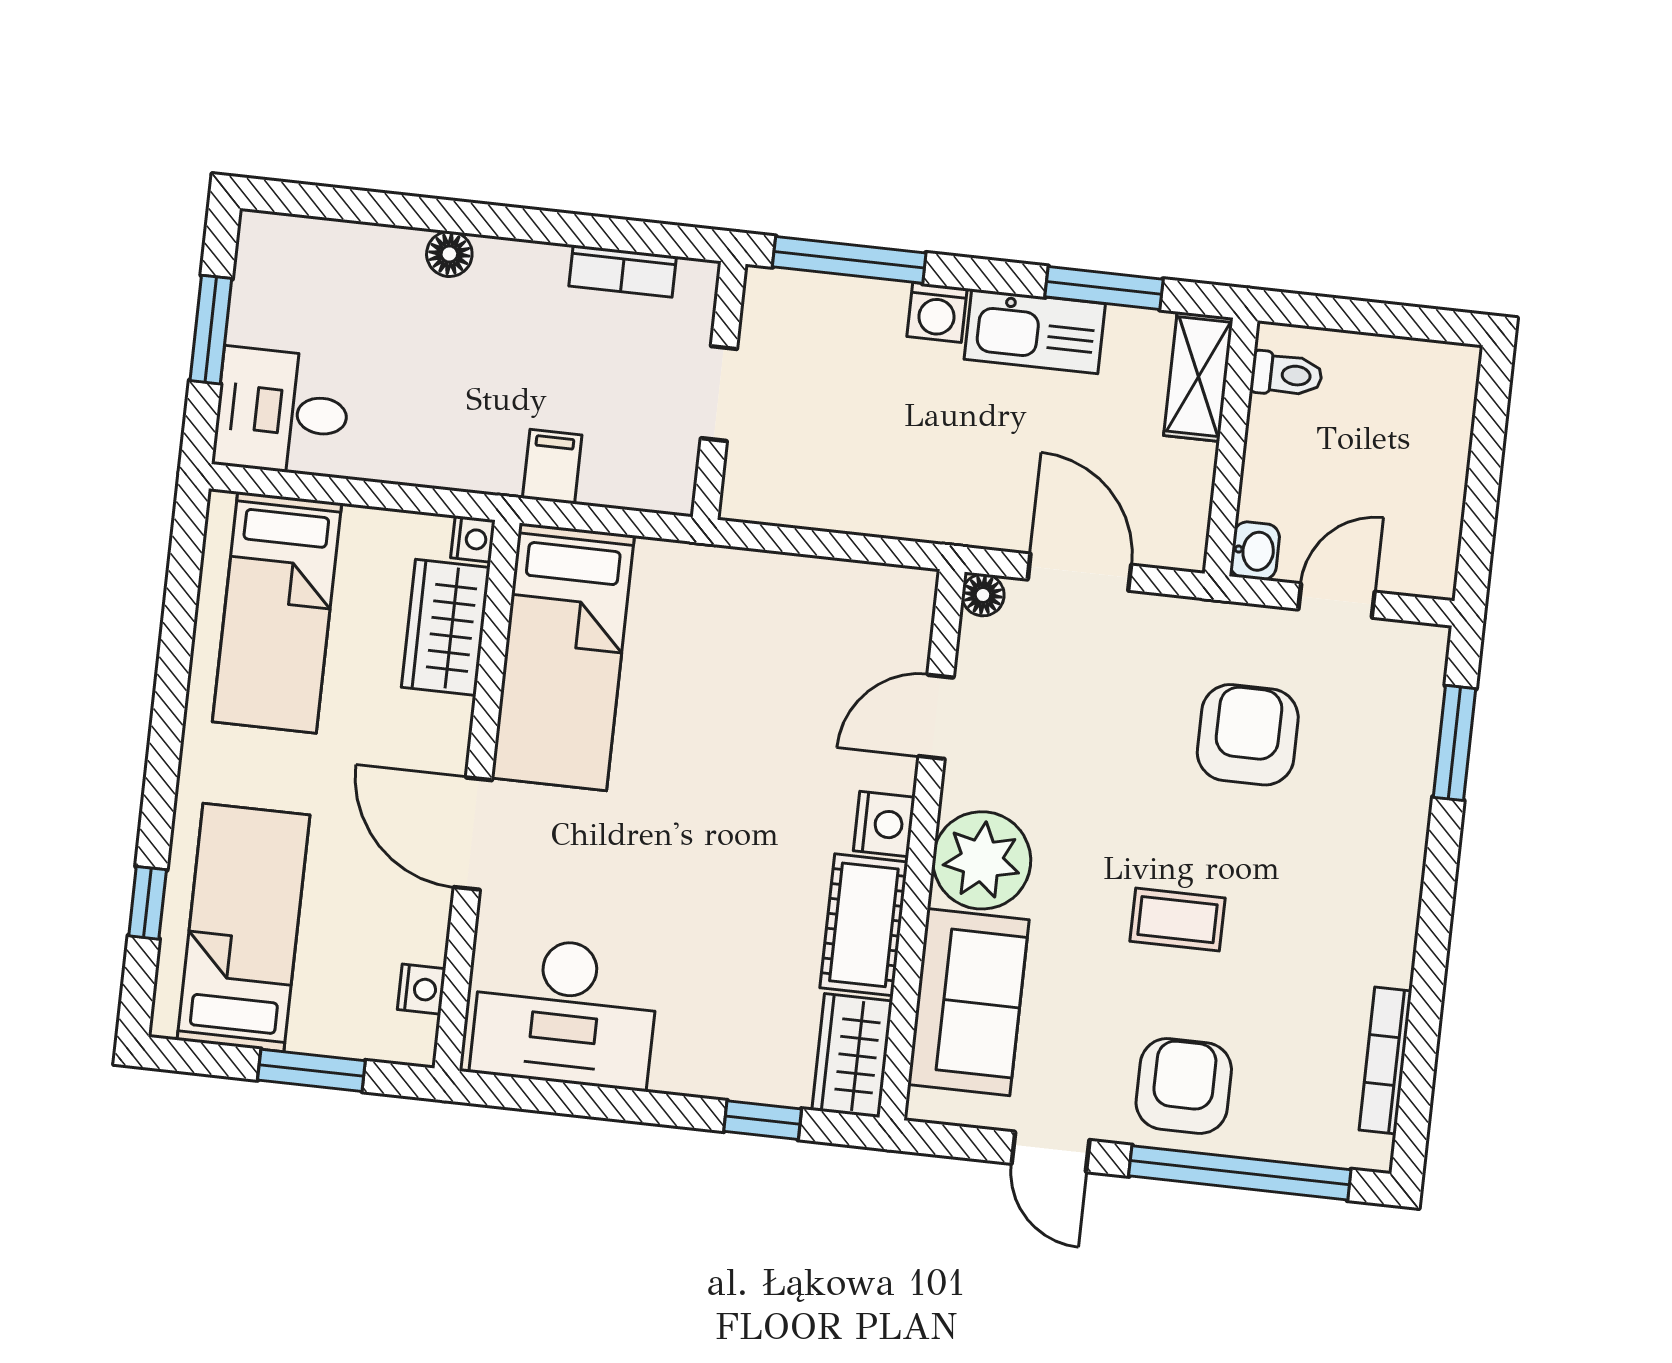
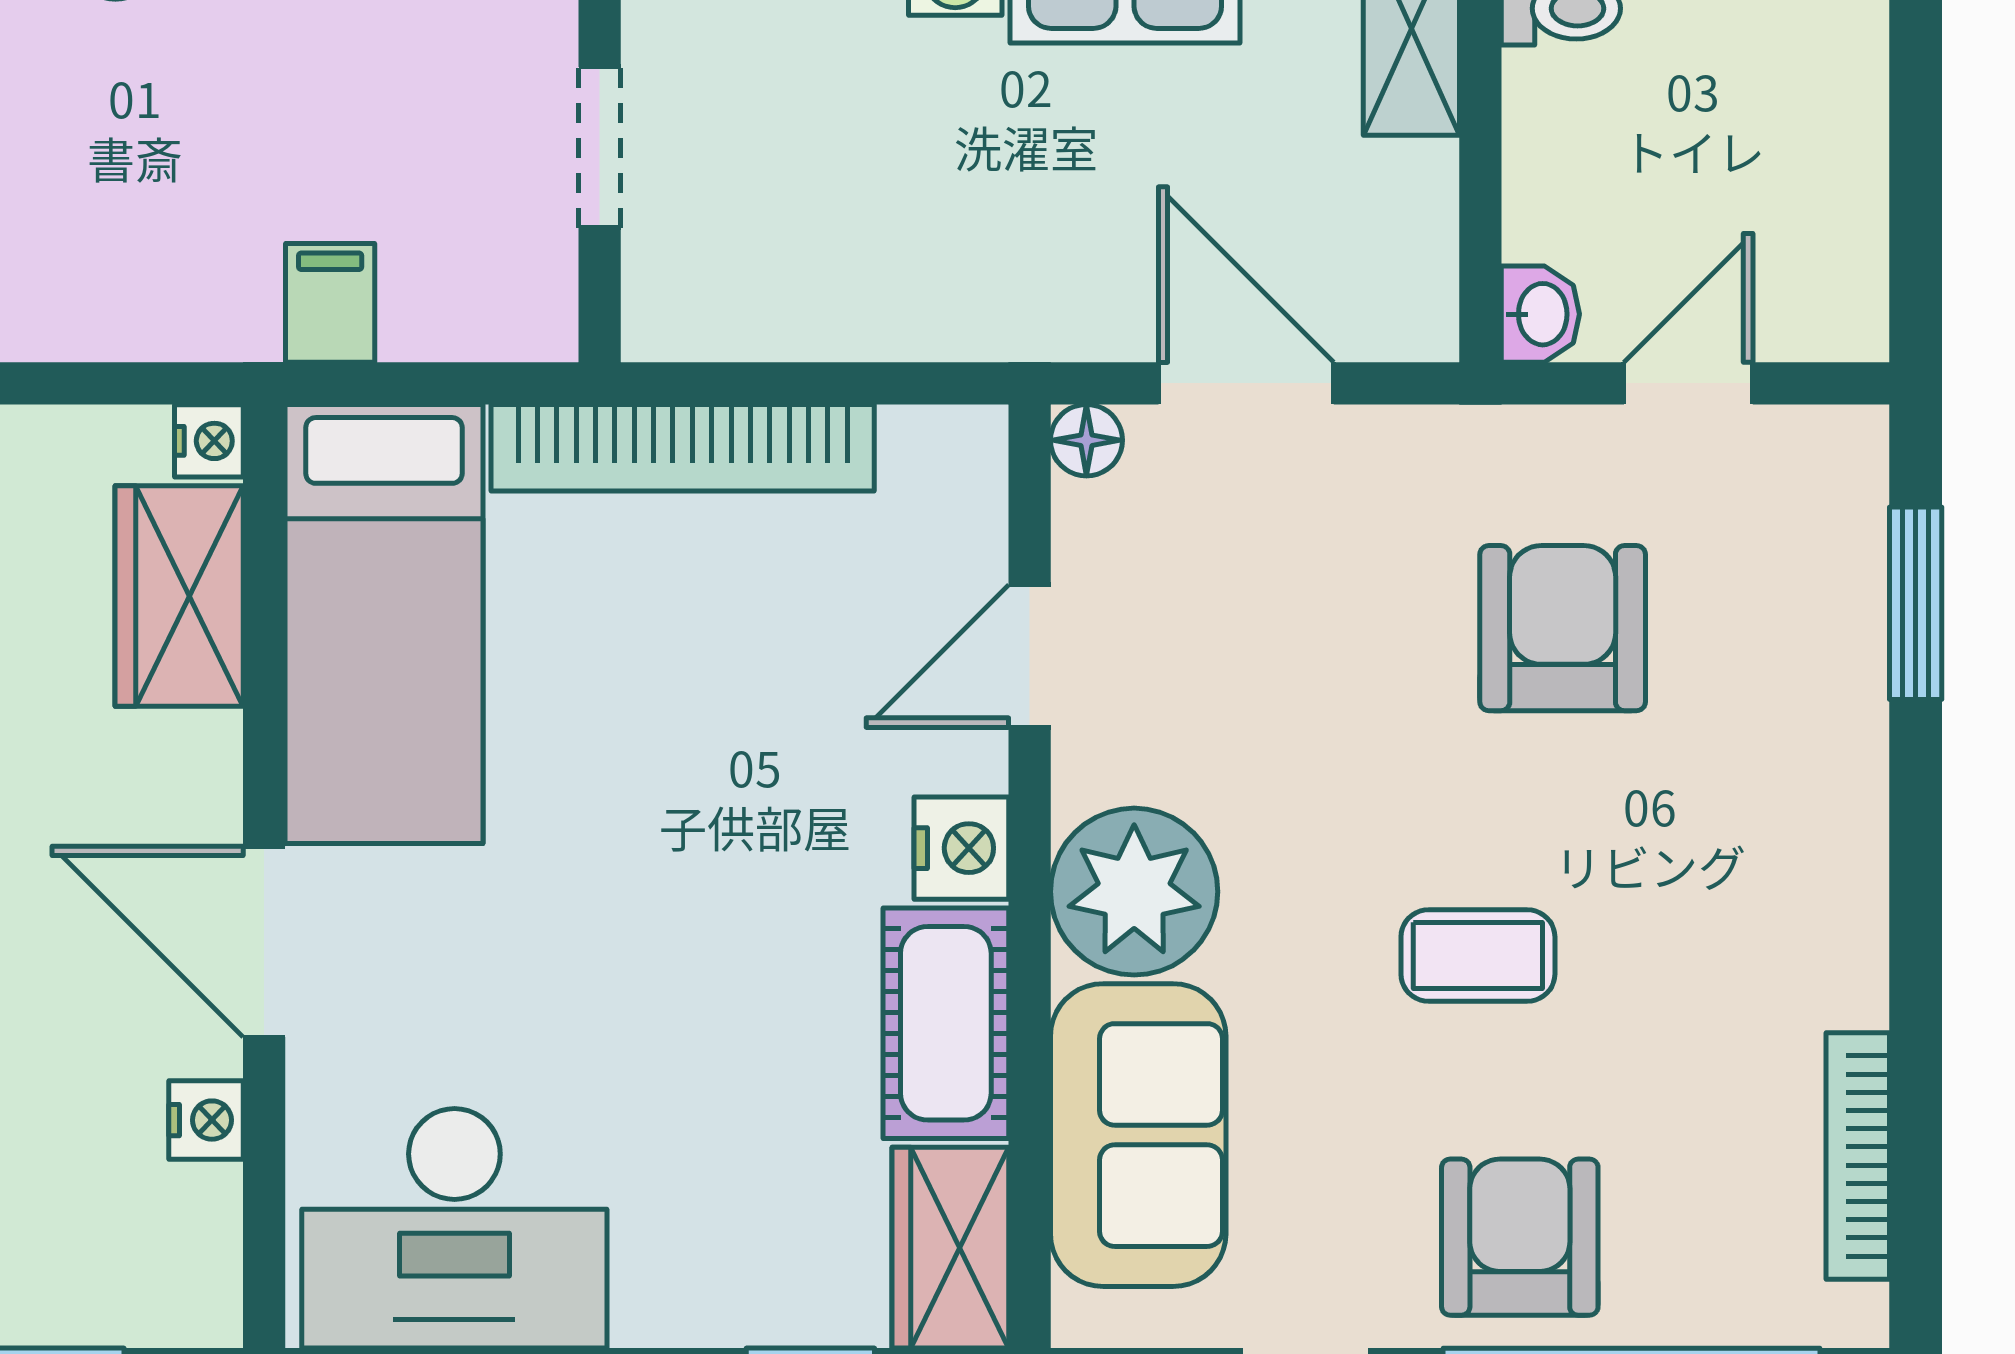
bookcase: (748, 573) -> (683, 448), added
nightstand: (422, 989) -> (206, 1120), moved

